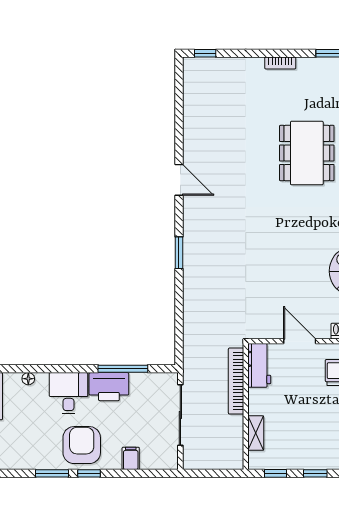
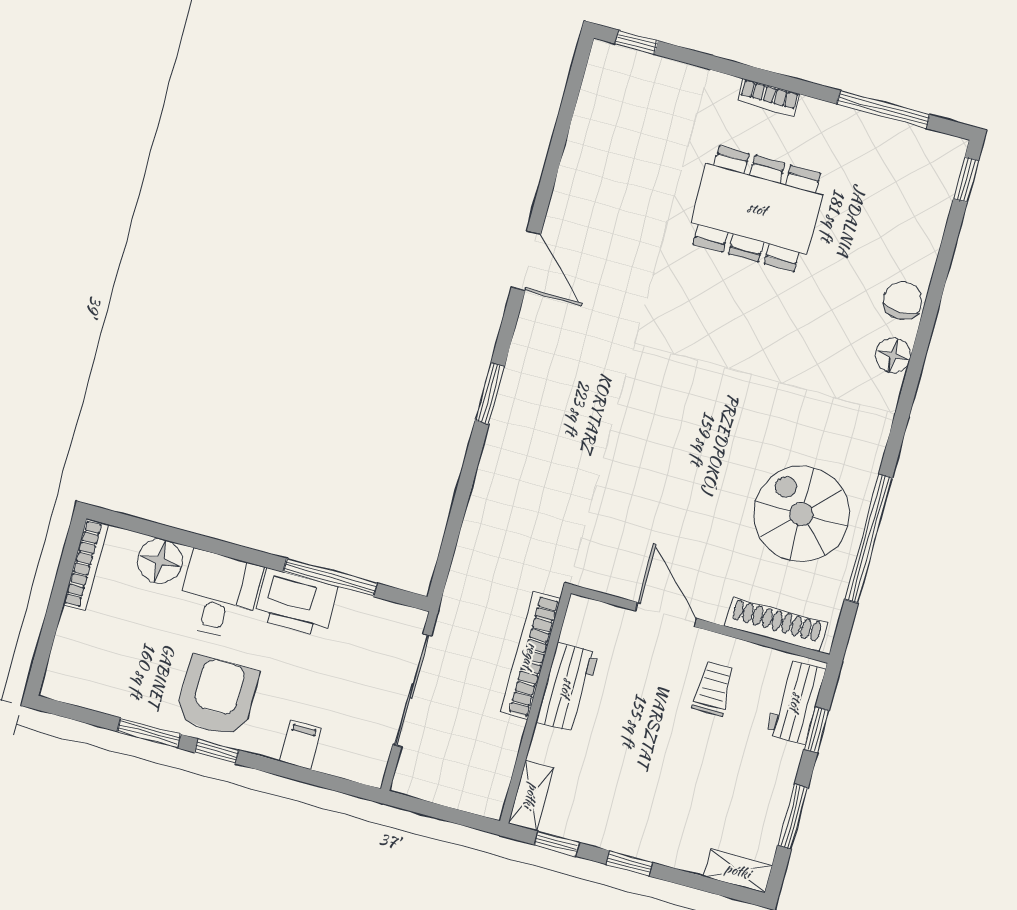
dining table: (307, 153) -> (757, 209), moved, turned 90
workbench: (259, 365) -> (567, 688), moved
floor lamp: (28, 379) -> (160, 561), width x1.89, depth x1.89
shelving: (256, 433) -> (531, 796), moved

